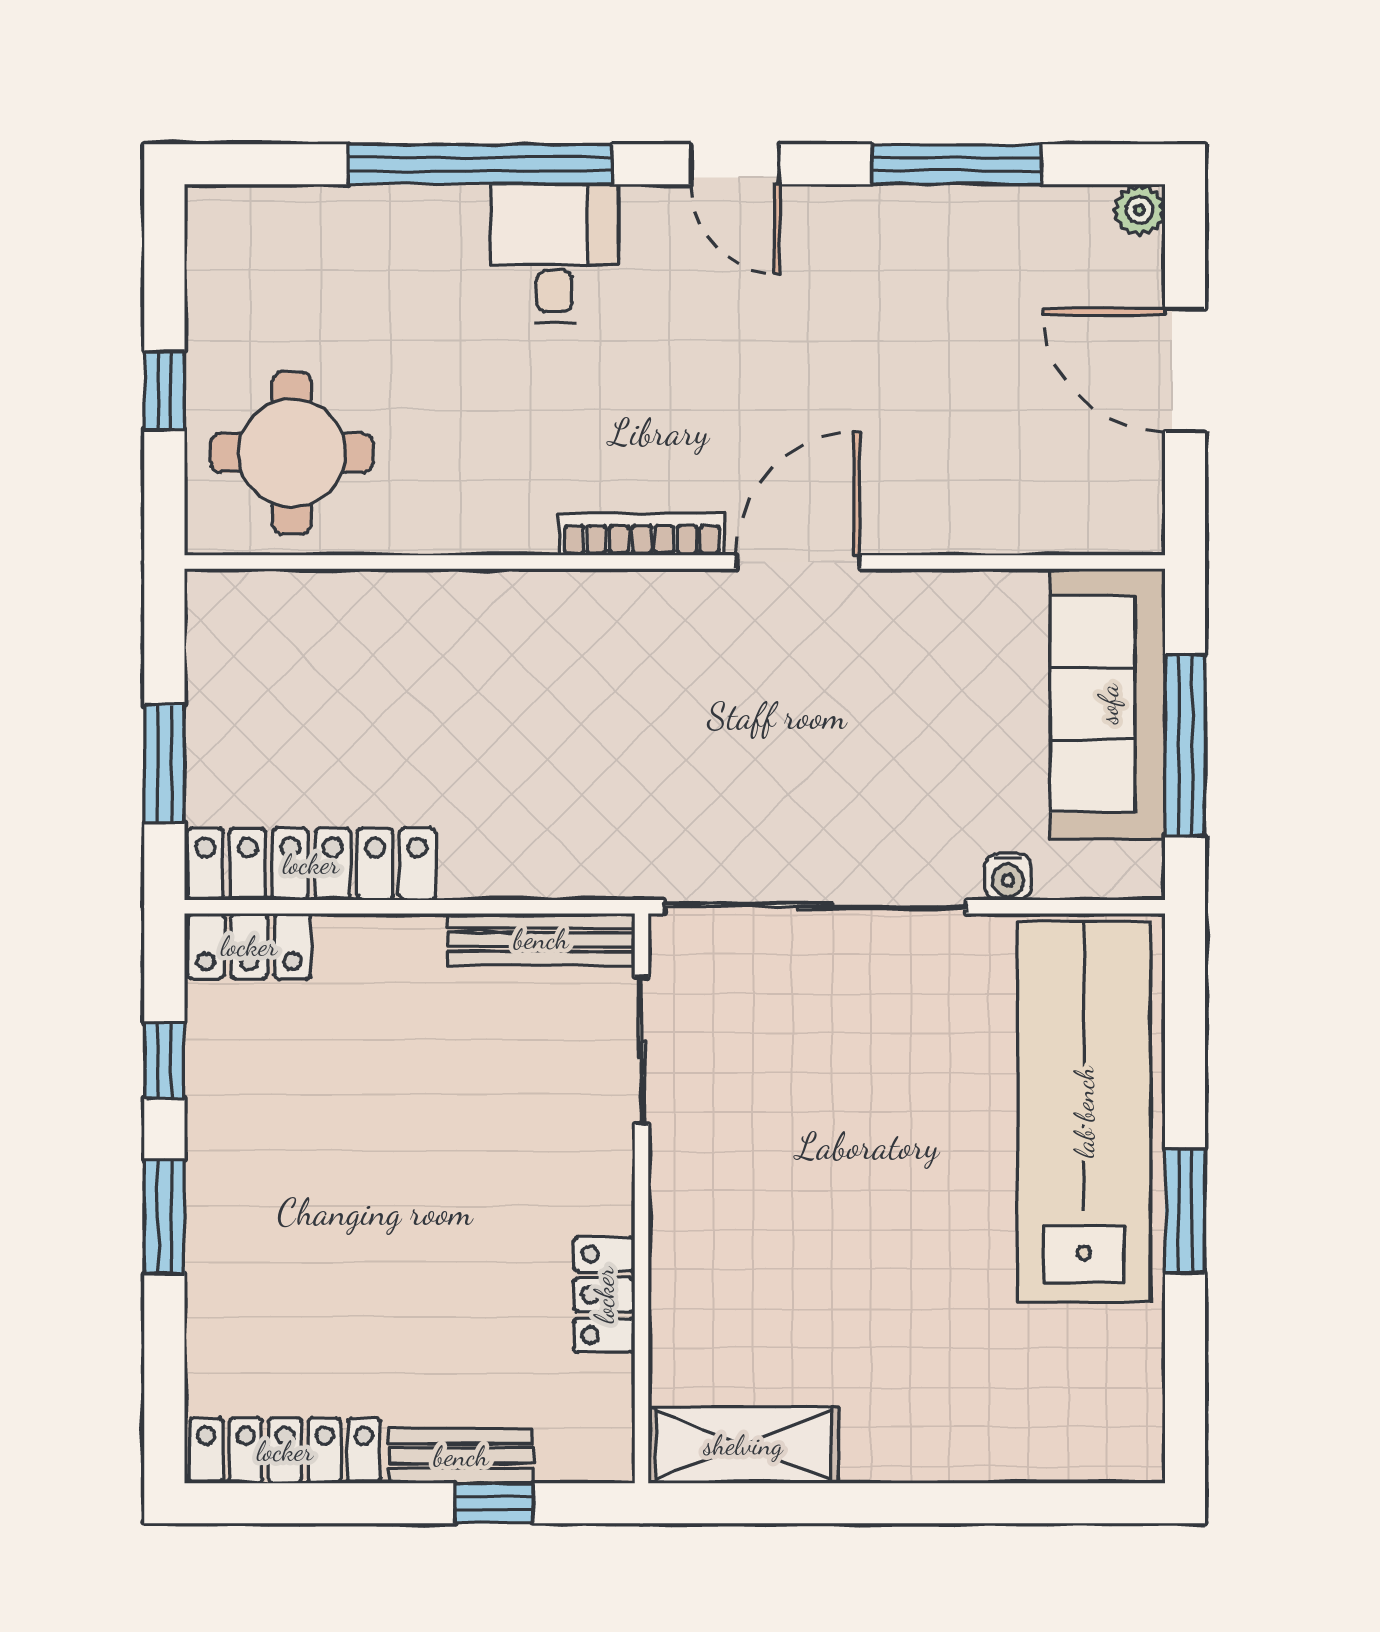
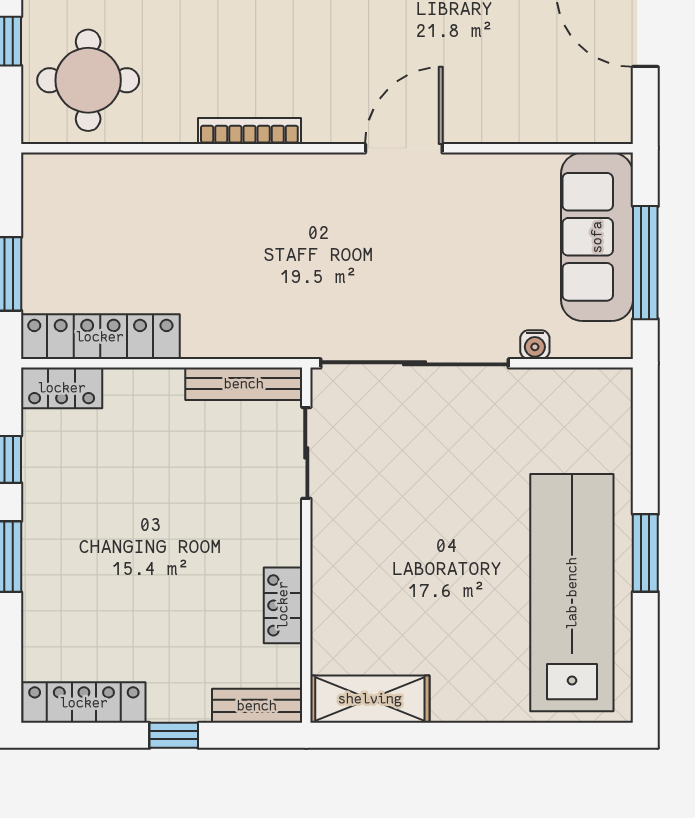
bookcase: (642, 534) -> (249, 131), moved
lab bench: (1084, 1112) -> (572, 593), moved
bench: (461, 1456) -> (257, 706), moved
window: (494, 1503) -> (174, 735), moved

